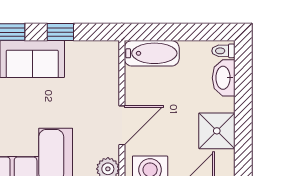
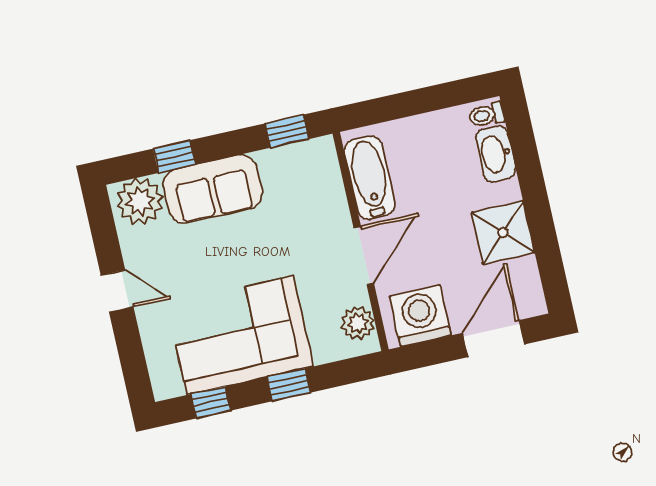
window: (60, 32) -> (287, 131), moved
bathtub: (152, 53) -> (370, 178), moved, turned -90

